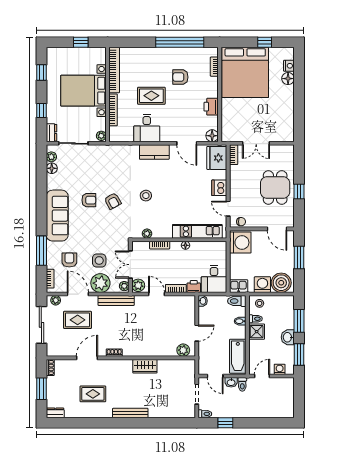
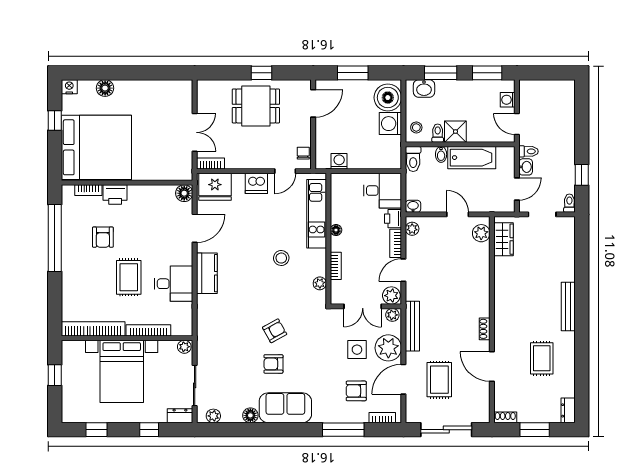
nightstand: (289, 66) -> (69, 87), moved
printer: (211, 107) -> (115, 195), moved
floor lamp: (52, 168) -> (250, 415), moved
stool: (146, 196) -> (281, 258), moved
armchair: (89, 200) -> (273, 364), turned -90
sofa: (57, 216) -> (285, 408), width x0.73
washing machine: (240, 243) -> (339, 161), width x0.53, depth x0.53
kitchen sink: (239, 286) -> (392, 157), removed
plant: (56, 300) -> (412, 229), moved
washbasin: (288, 337) -> (424, 88), moved
bathtub: (238, 356) -> (472, 158), moved
wardrobe: (145, 366) -> (504, 239), moved

